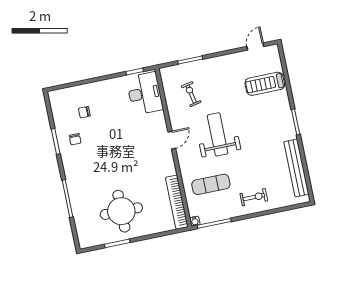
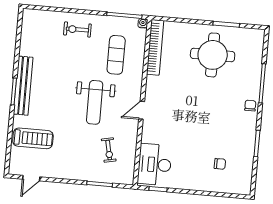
chair: (75, 139) -> (250, 106), moved
bench: (296, 168) -> (23, 86), moved
exercise mat: (211, 184) -> (116, 55), turned 90

